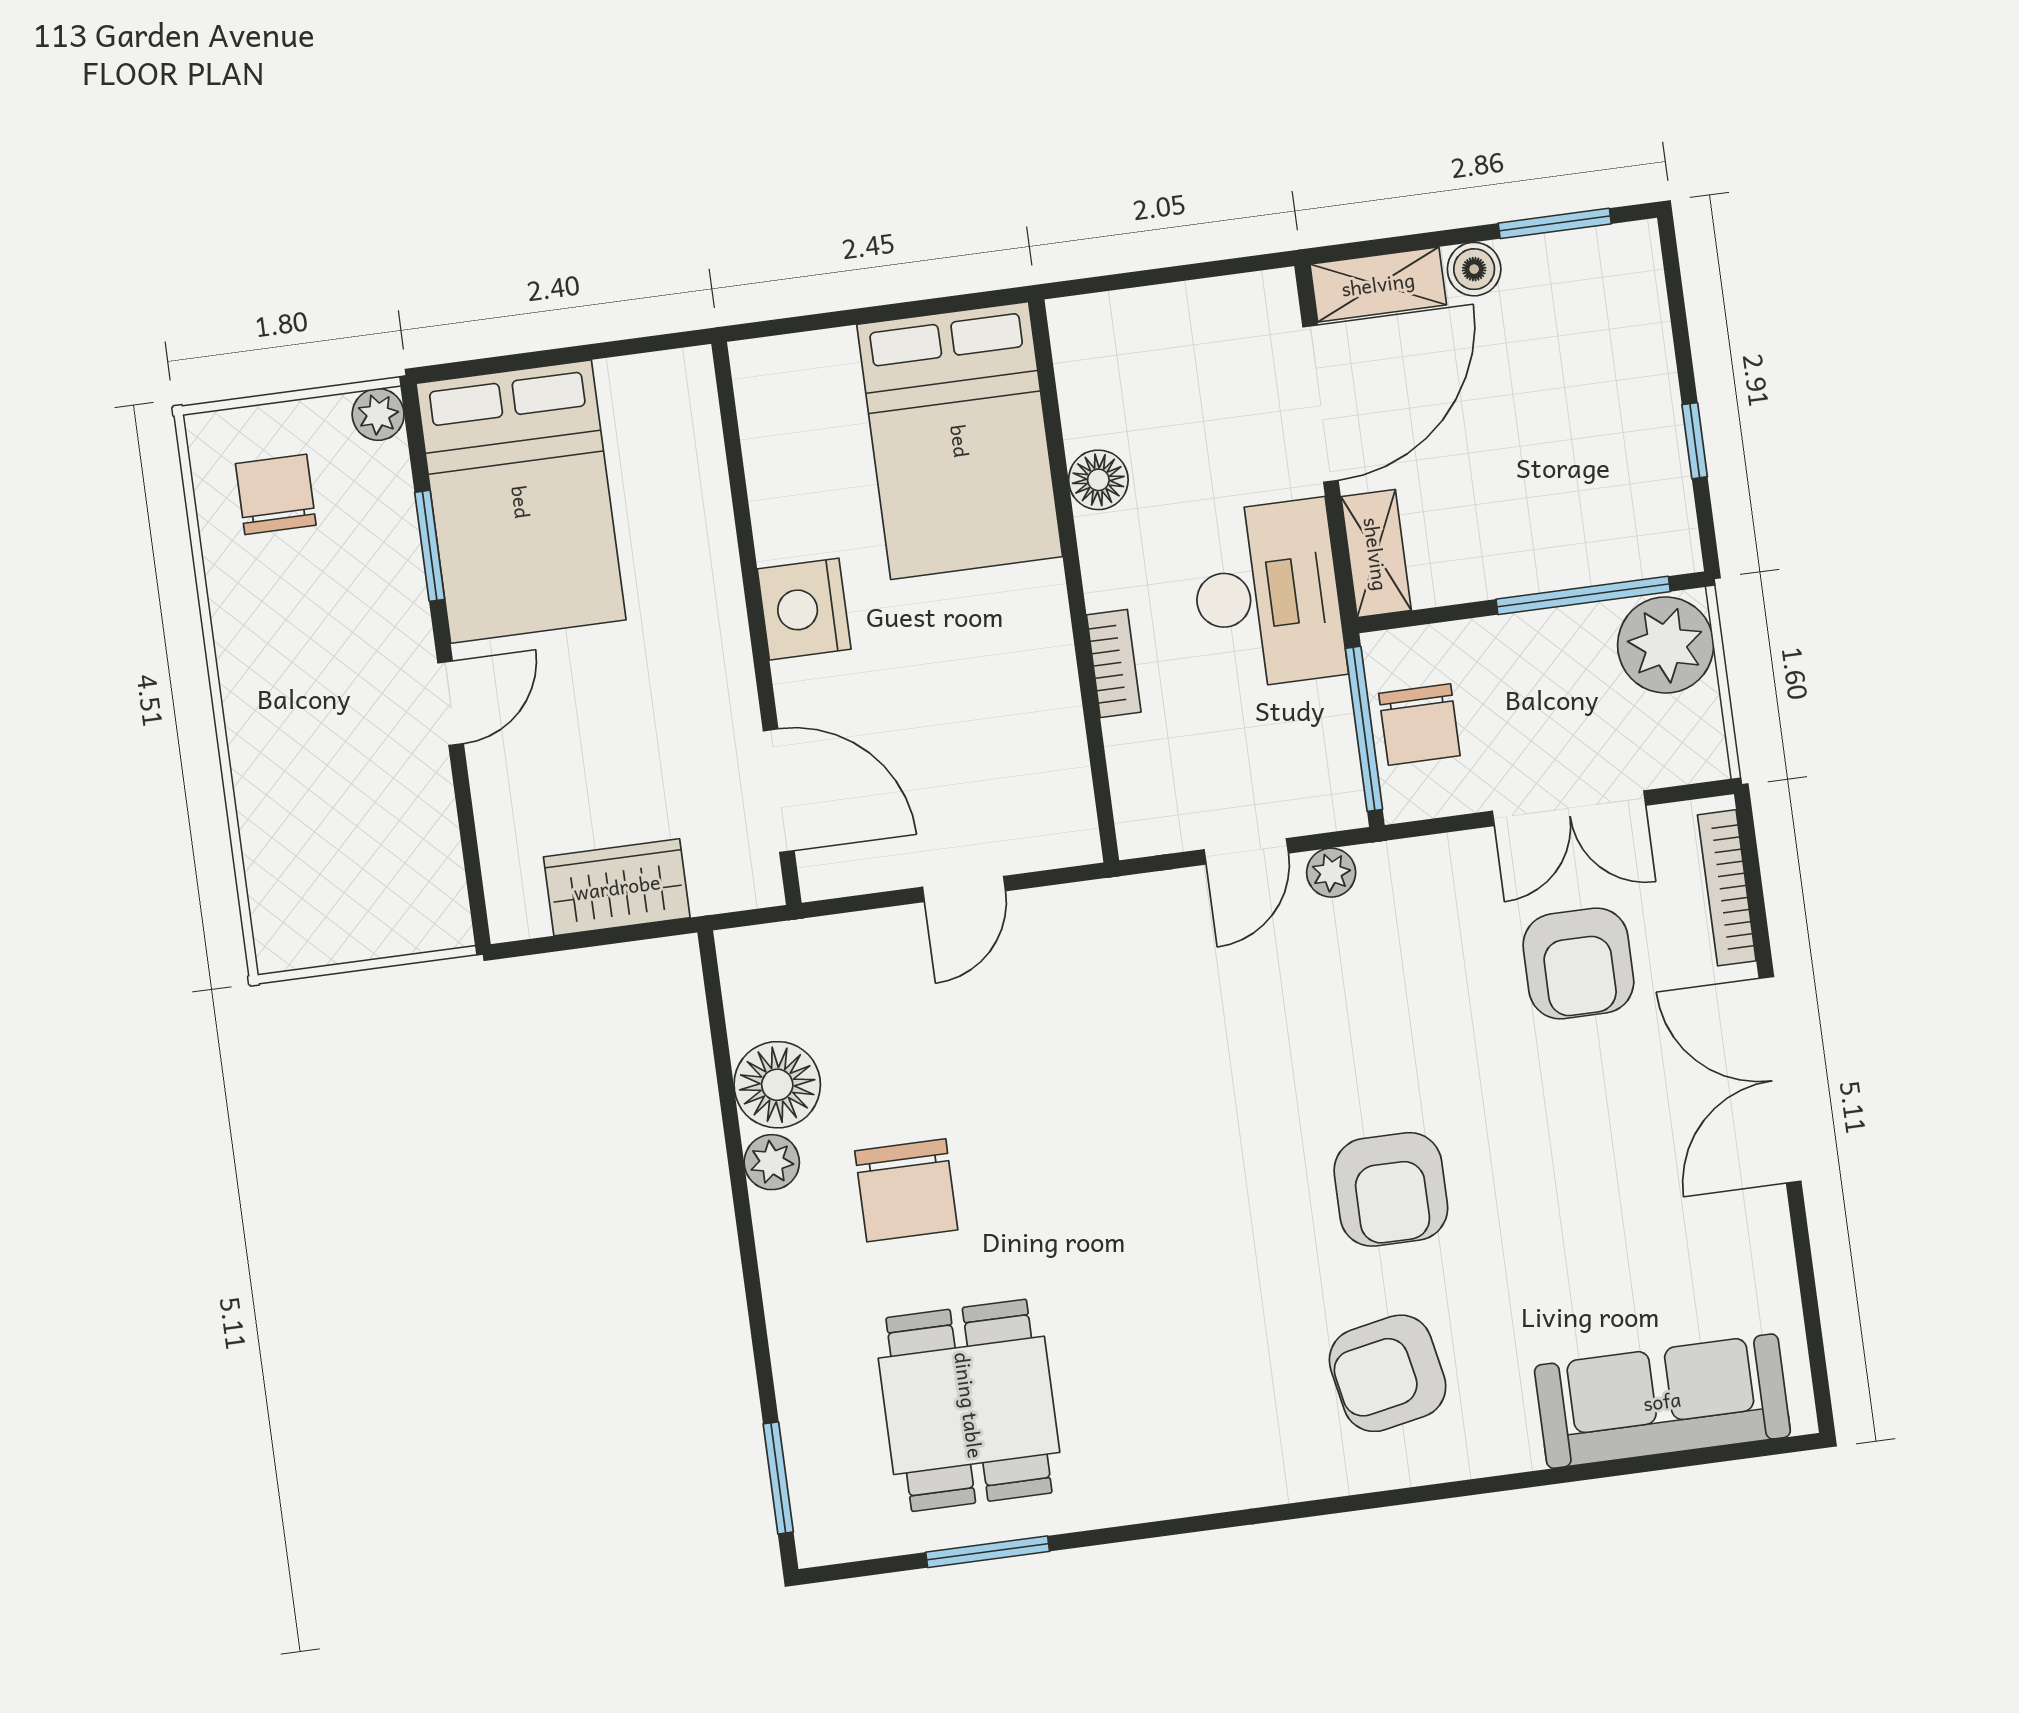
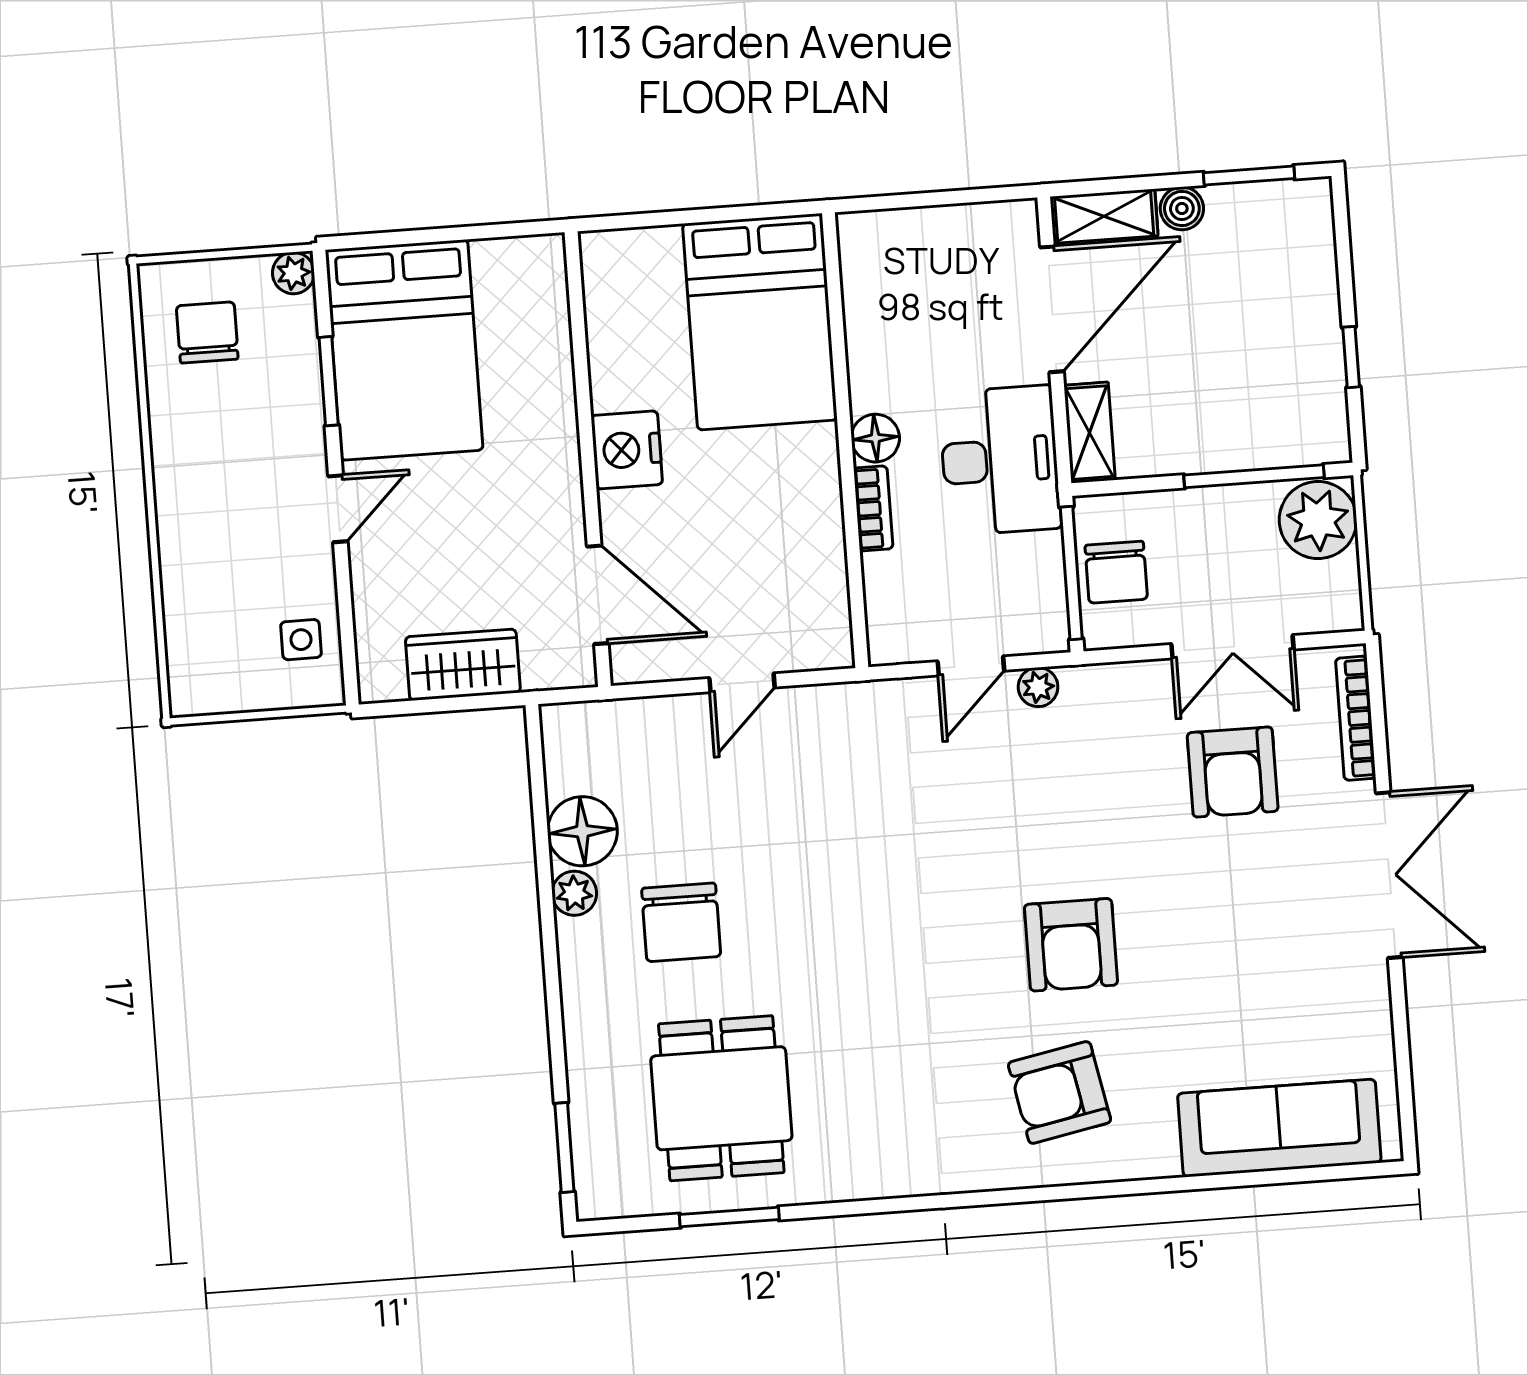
floor lamp: (1098, 480) -> (875, 438), moved
side table: (414, 868) -> (301, 640), added
double door: (1780, 1080) -> (1389, 875), swing flipped

